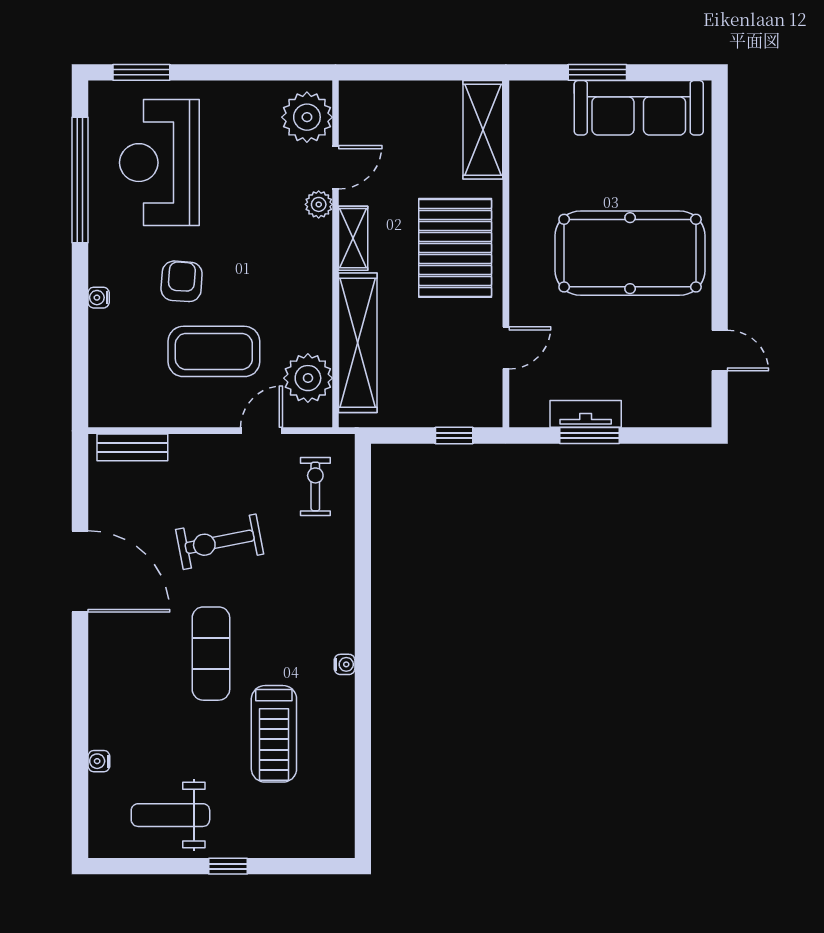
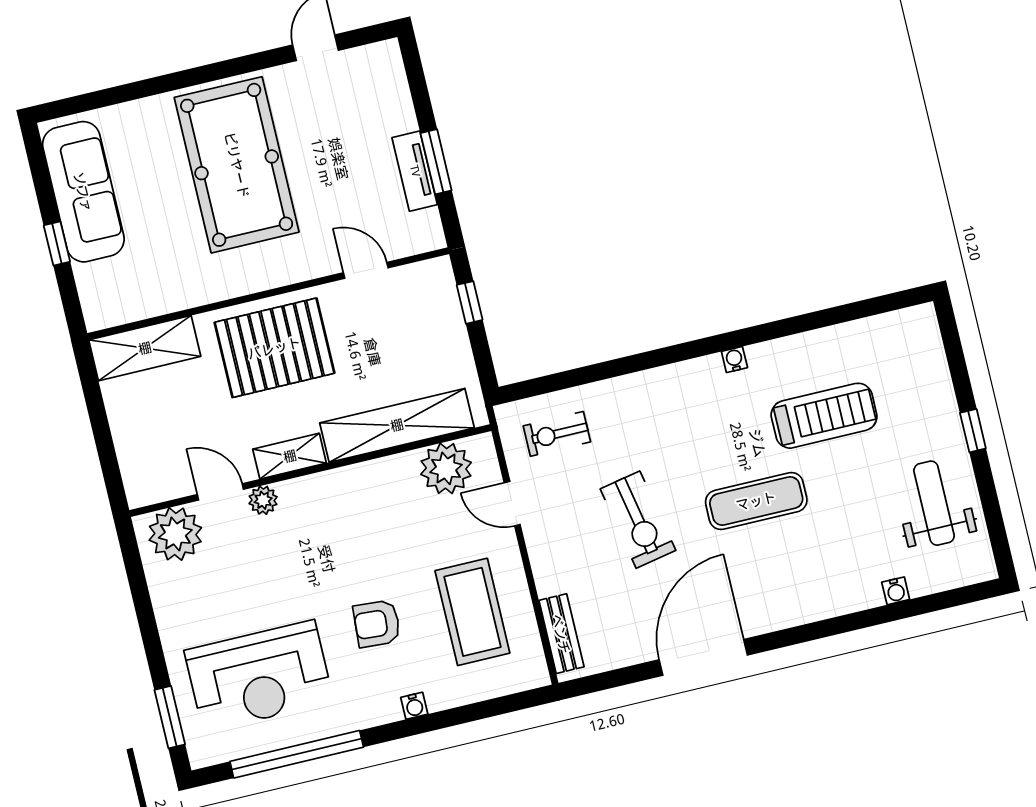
window: (597, 72) -> (57, 243), width x0.67
coffee table: (214, 351) -> (472, 612), moved
weight bench: (170, 815) -> (934, 503), turned 180

